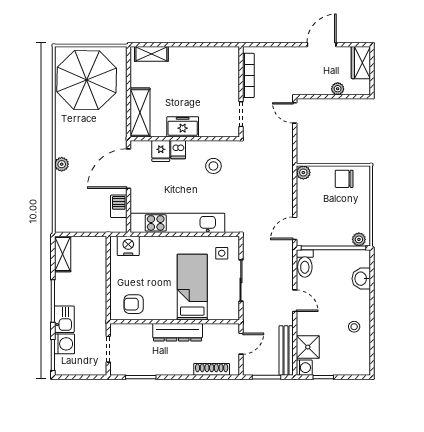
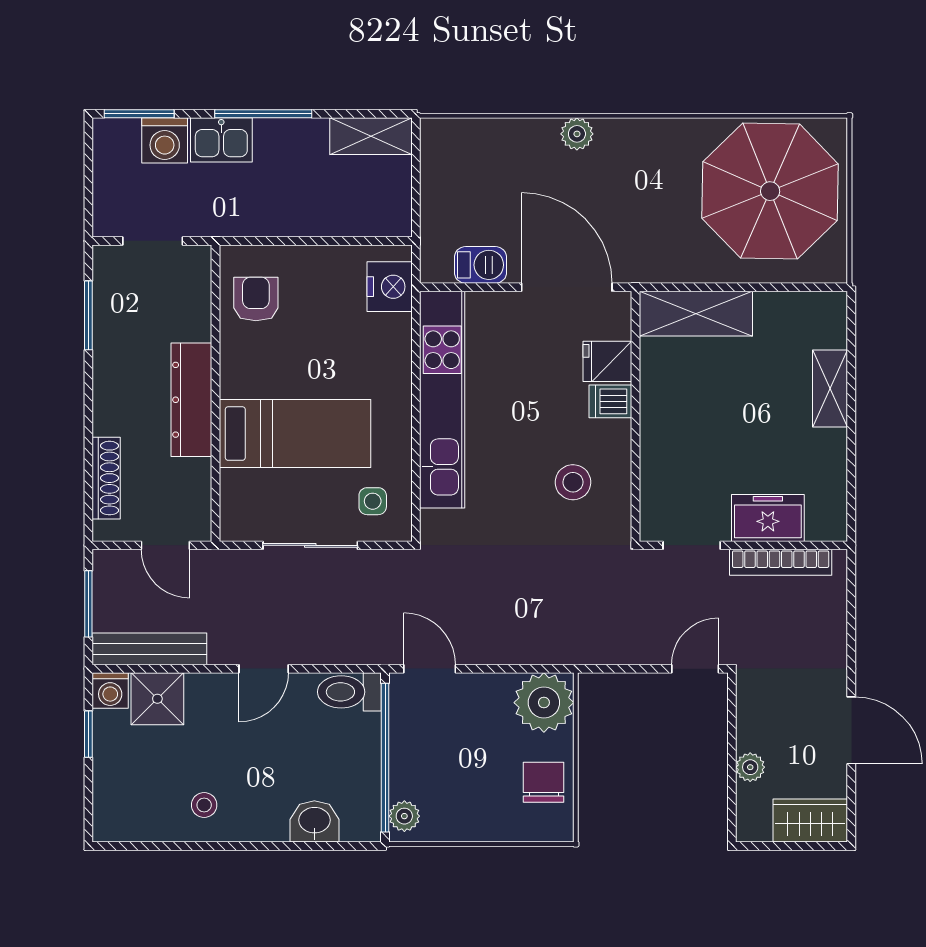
shelving: (151, 54) -> (830, 389), moved
freezer: (183, 127) -> (768, 518), moved, turned -90
plant: (303, 173) -> (544, 703), width x1.87, depth x1.87

